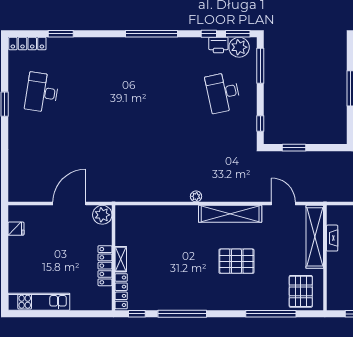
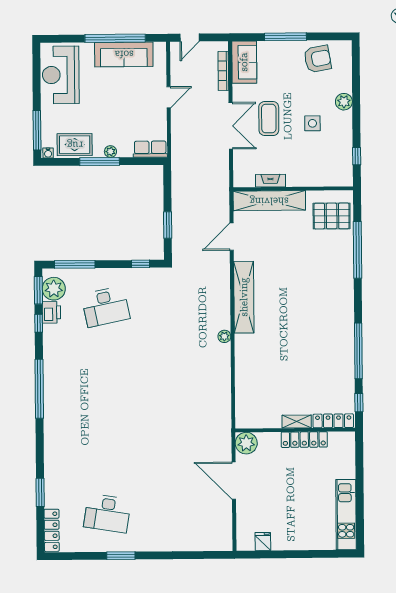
pallet: (236, 261) -> (298, 290), removed

